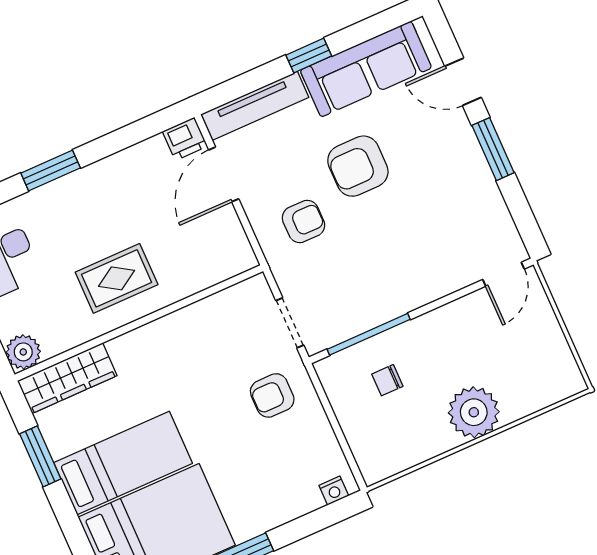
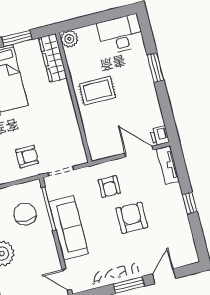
sofa: (366, 69) -> (68, 228), moved, turned 180
tv unit: (255, 106) -> (168, 165), width x0.71
rug: (117, 278) -> (97, 91), turned 90
chair: (387, 380) -> (25, 214), width x1.87, depth x1.87
armchair: (272, 395) -> (27, 157), turned 90

